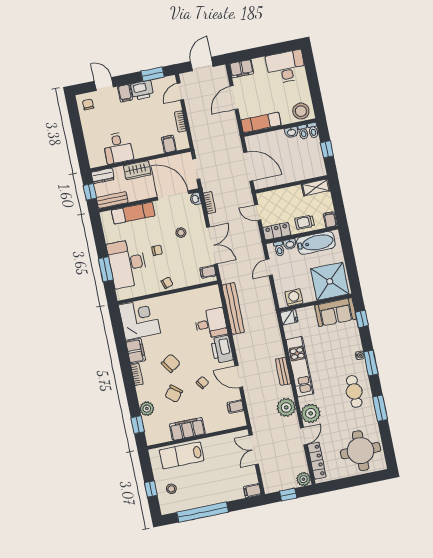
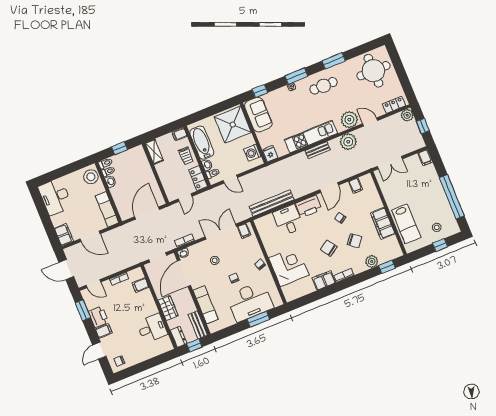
corner desk: (139, 319) -> (289, 267), moved, turned 90
locker: (317, 461) -> (394, 105), width x0.66

